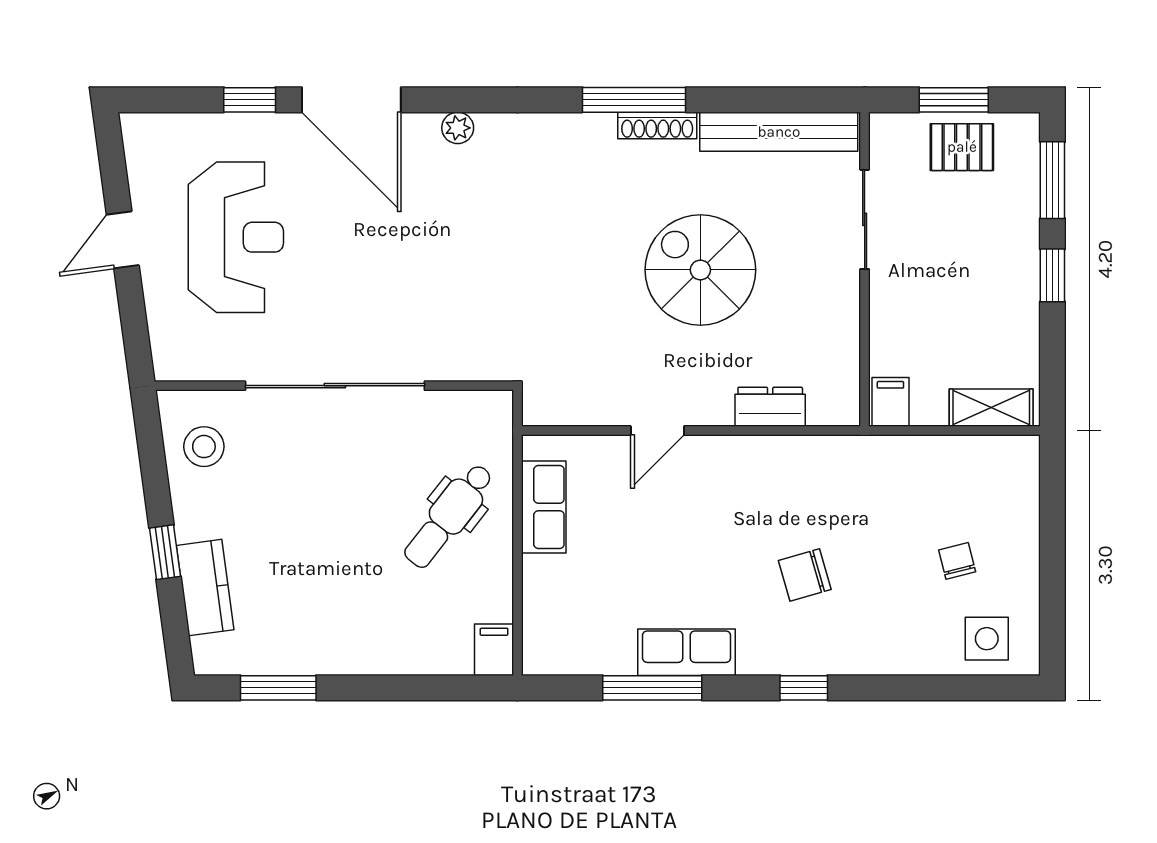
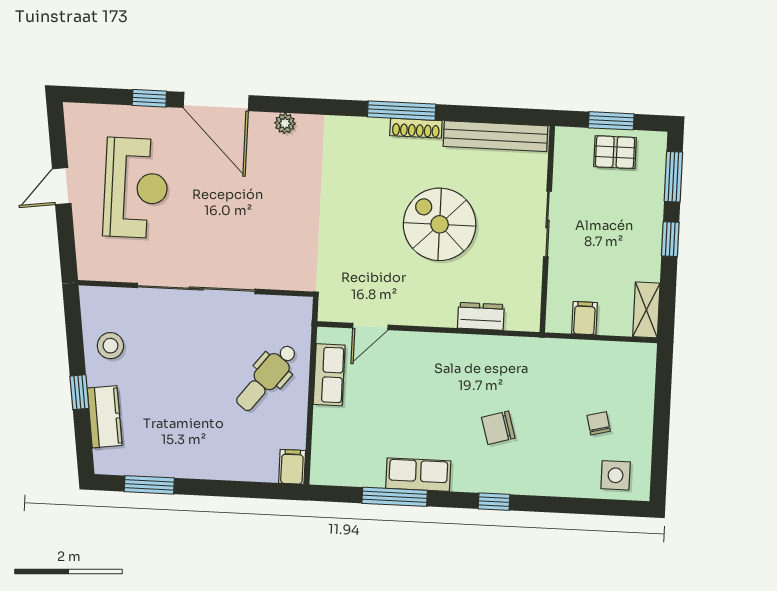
sliding door: (865, 219) -> (548, 224), moved
filing cabinet: (890, 402) -> (585, 318), moved
shelving: (991, 408) -> (646, 310), moved, turned 90
door: (657, 431) -> (370, 326), moved
stool: (204, 447) -> (110, 346), moved

